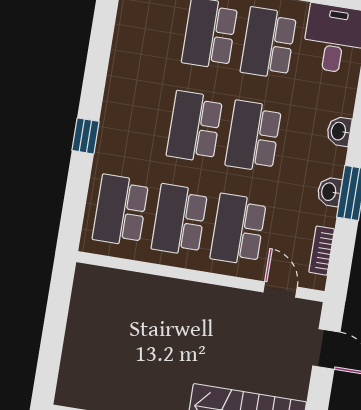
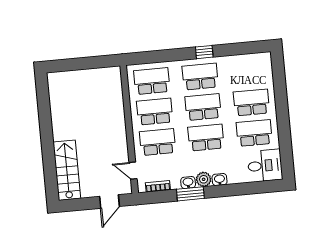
school desk: (136, 117) -> (200, 77), added
window: (85, 136) -> (204, 52), moved
plant: (331, 161) -> (204, 179), added
door: (280, 290) -> (133, 171), swing flipped

